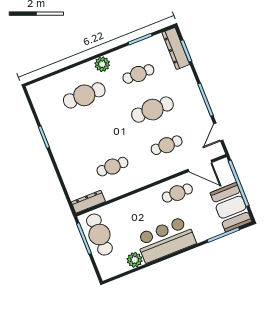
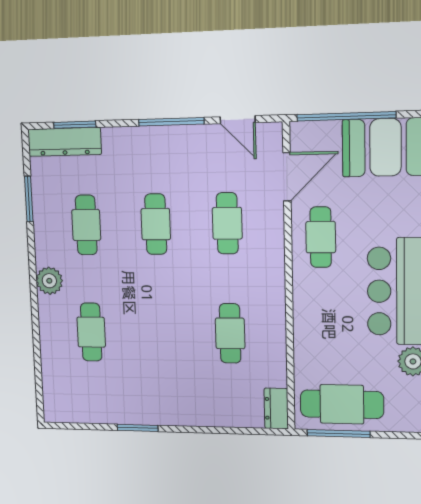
cafe table: (84, 95) -> (91, 332), width x0.73, depth x0.74
cafe table: (152, 110) -> (156, 224), width x0.73, depth x0.74
dresser: (88, 202) -> (276, 409), width x0.70

